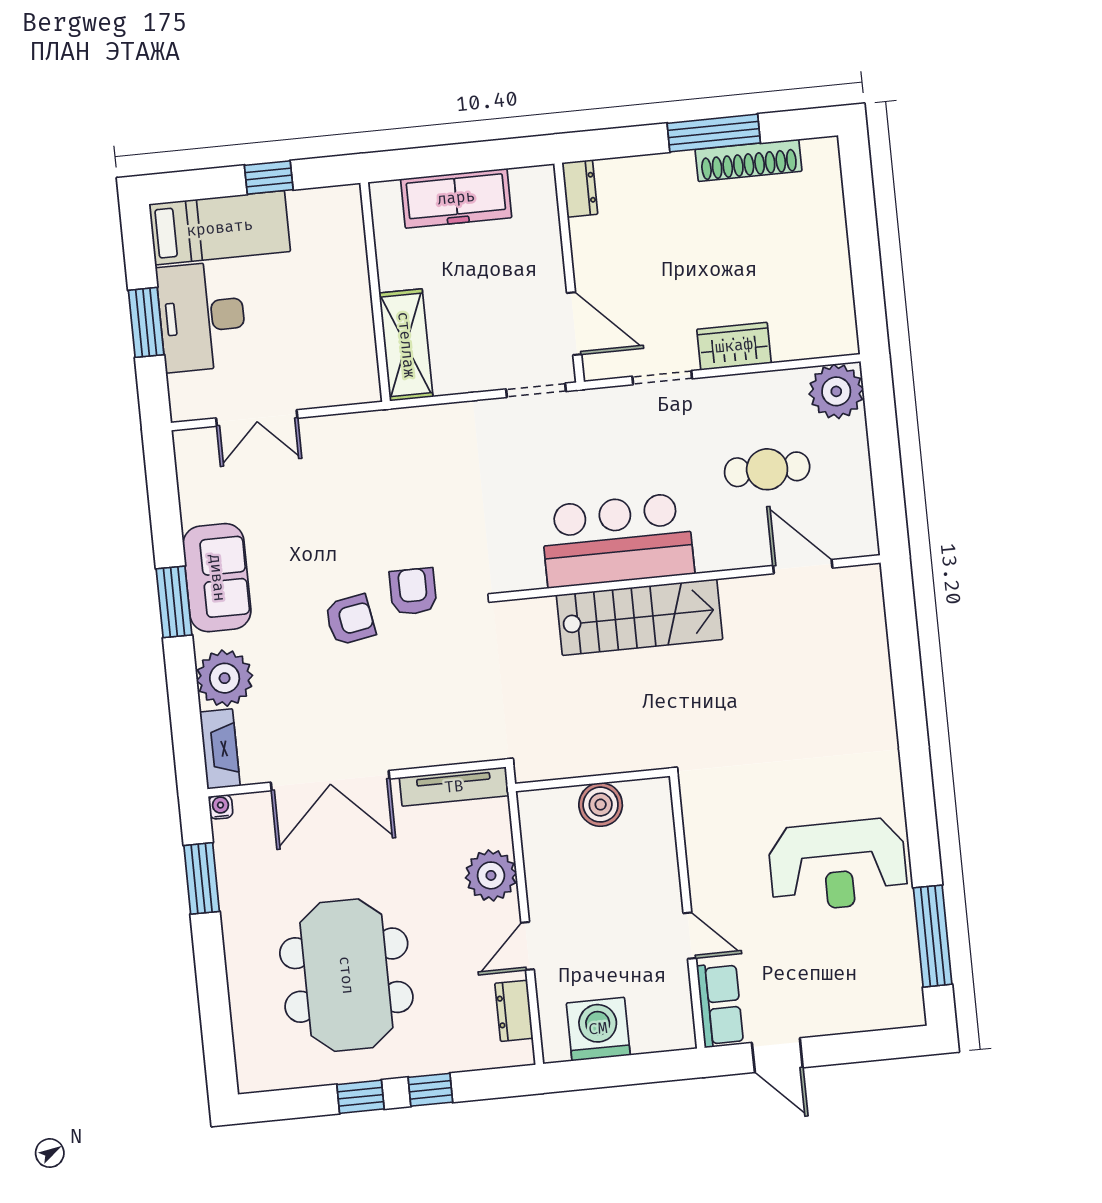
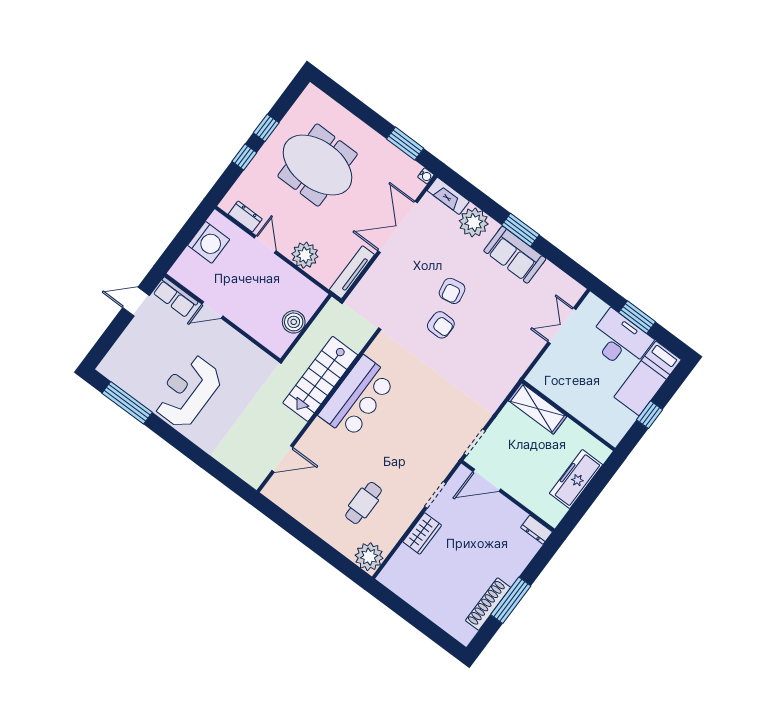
bar counter: (617, 540) -> (357, 397), moved
door: (803, 567) -> (282, 459), moved
wall: (688, 578) -> (318, 411), moved
stairs: (639, 617) -> (320, 379), moved

